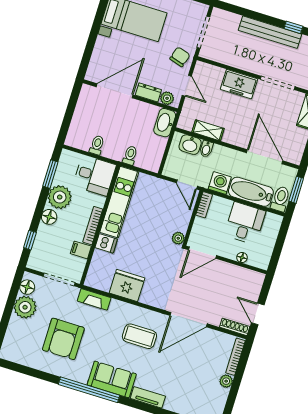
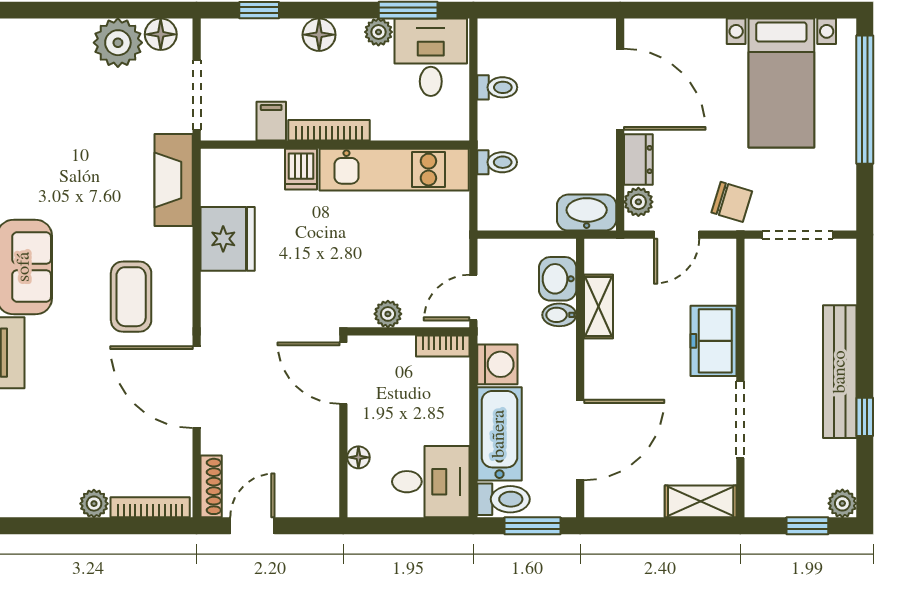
desk: (94, 175) -> (431, 57), moved, turned 180
plant: (60, 197) -> (378, 32), width x0.53, depth x0.53
desk: (245, 223) -> (431, 482), moved
plant: (178, 238) -> (388, 314), moved
fireplace: (94, 299) -> (174, 180), width x1.37, depth x1.32
armchair: (63, 339) -> (77, 142), removed

